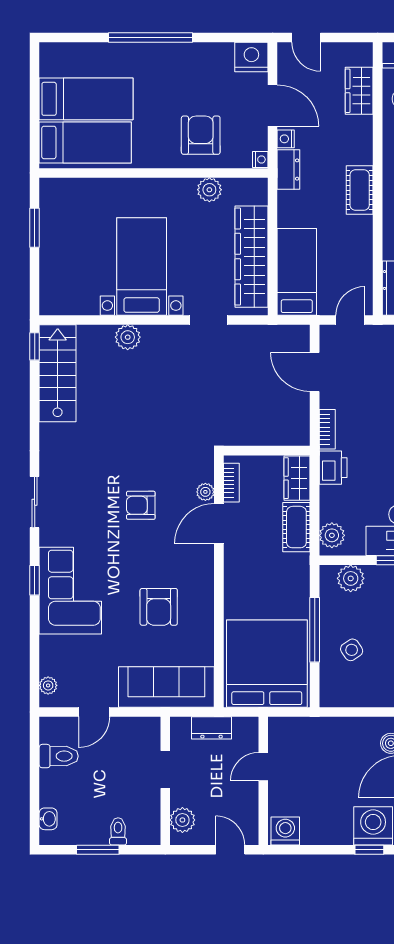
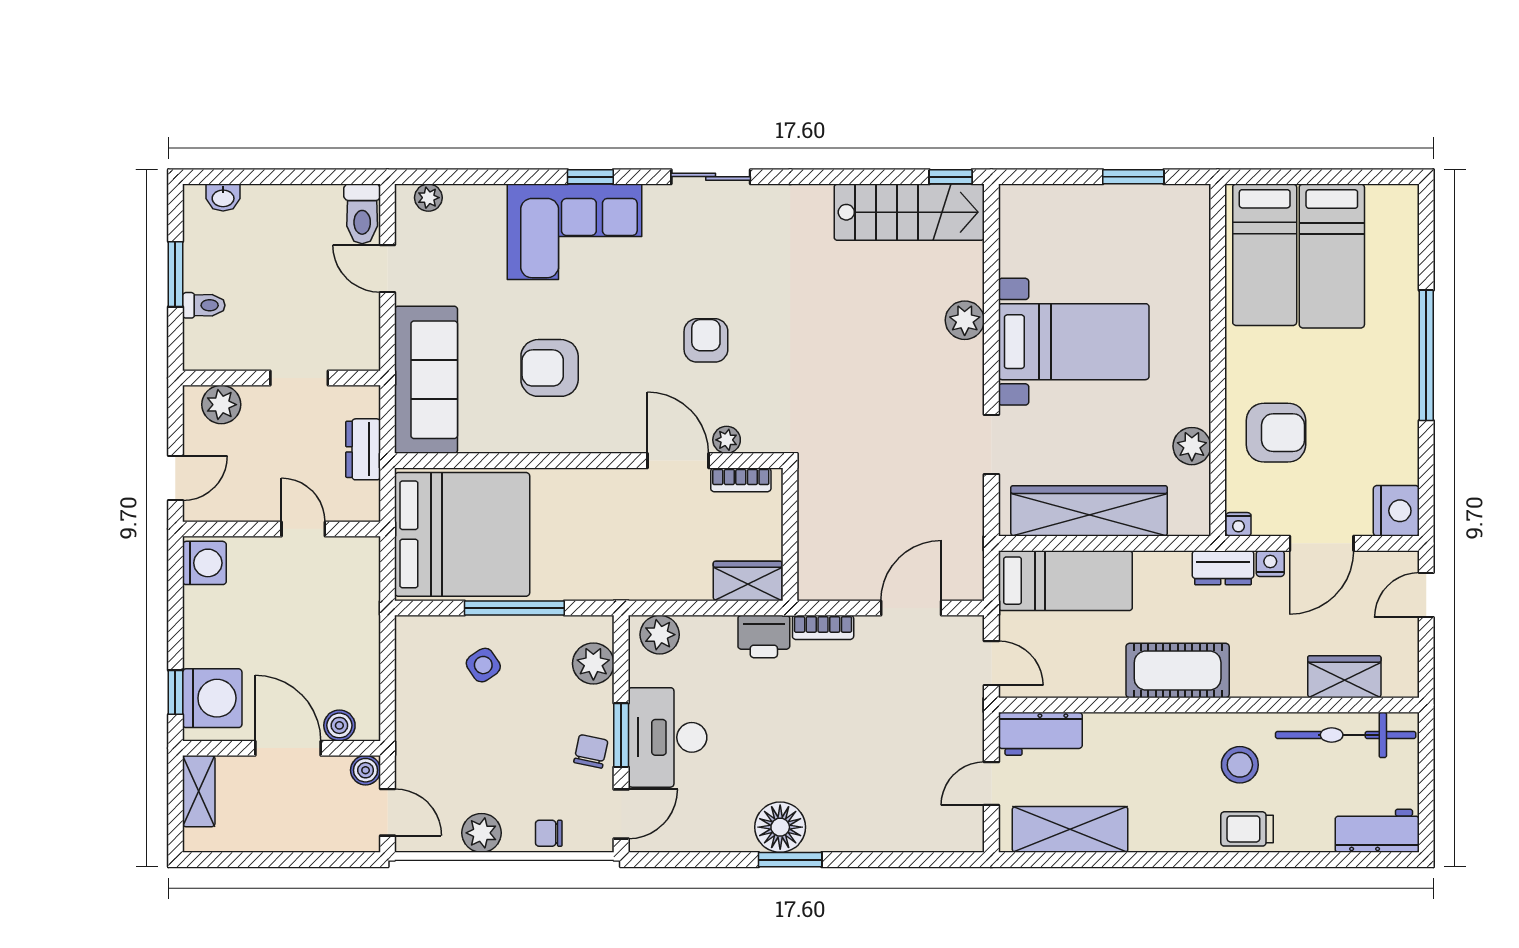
cot: (360, 190) -> (1178, 671), width x1.37, depth x1.34
cot: (296, 527) -> (672, 580), removed
toilet: (59, 756) -> (362, 214), moved

